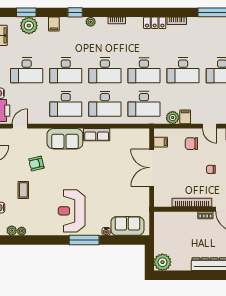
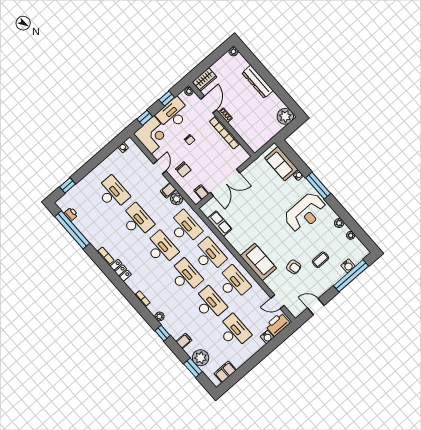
row of seats: (97, 135) -> (220, 224), moved
plant: (12, 231) -> (339, 223), moved

